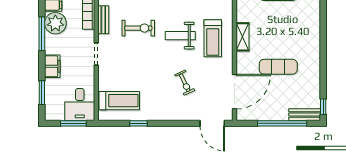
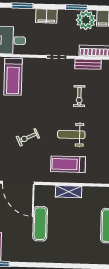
exercise bike: (138, 28) -> (79, 96), width x0.73, depth x0.72
window: (42, 34) -> (76, 7), width x0.69
weight bench: (180, 36) -> (71, 134), turned -90

